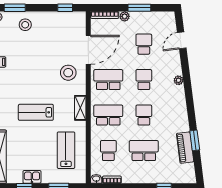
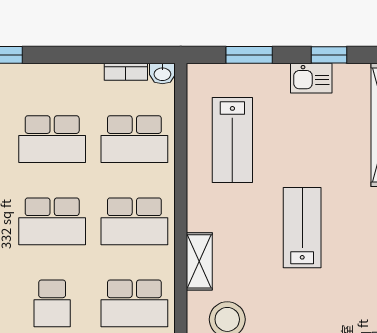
shelving: (80, 108) -> (199, 261), moved
lab bench: (36, 112) -> (302, 228), turned -90
school desk: (144, 115) -> (52, 221), width x1.85
school desk: (108, 151) -> (134, 139), width x1.85

